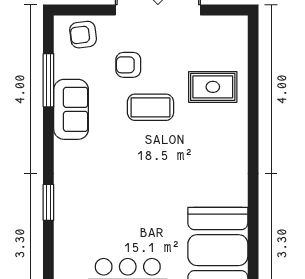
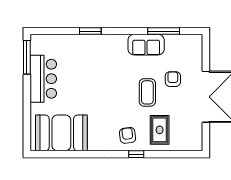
armchair: (83, 35) -> (128, 135), moved
window: (253, 126) -> (136, 154), added

